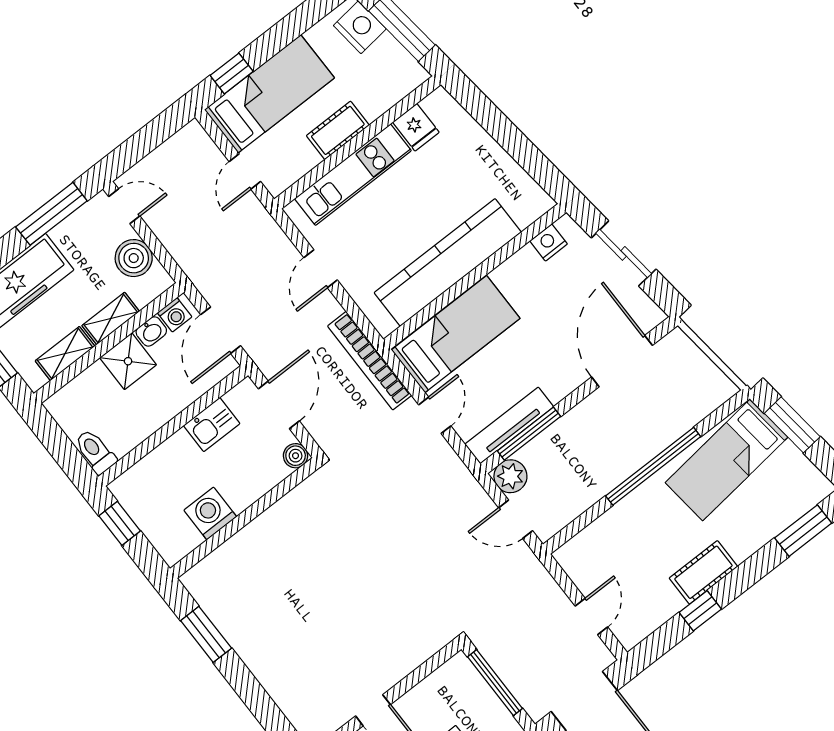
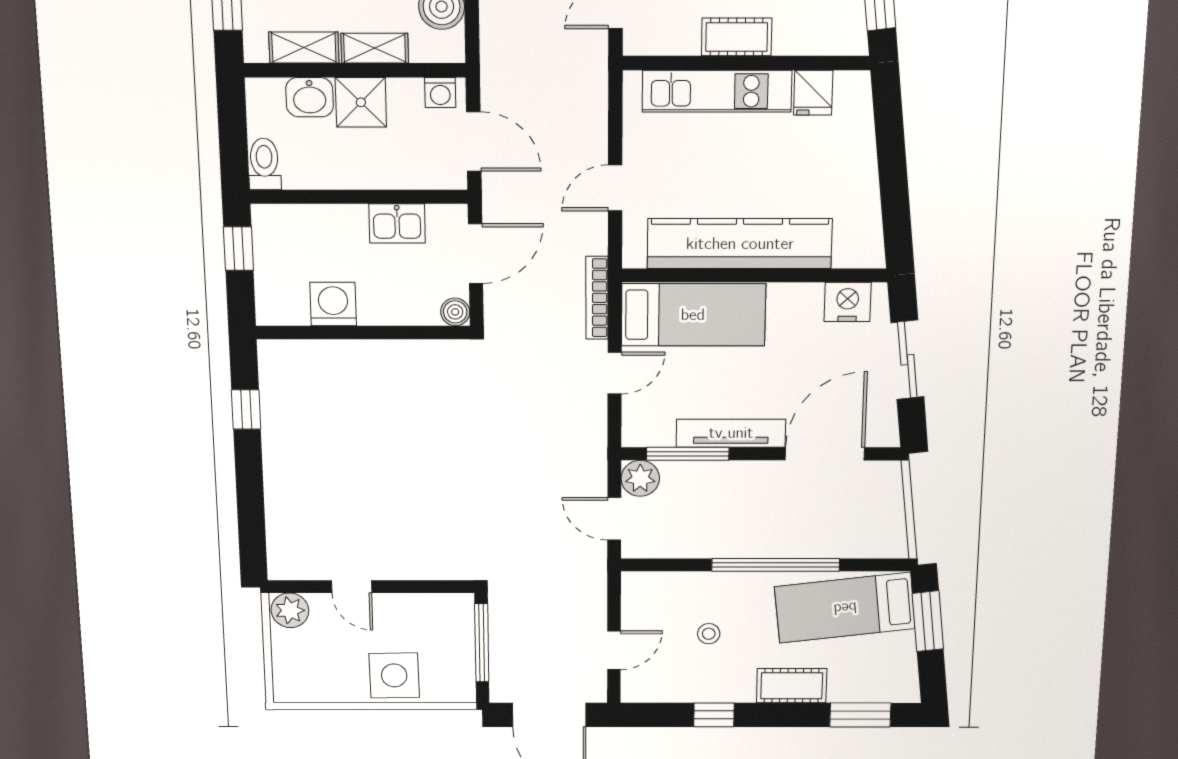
nightstand: (549, 242) -> (848, 302), width x1.36, depth x1.33
door: (321, 269) -> (615, 188), moved
door: (221, 330) -> (474, 141), swing flipped
washbasin: (151, 331) -> (310, 97), moved, width x1.38, depth x1.45
bookcase: (370, 361) -> (597, 298), width x0.68, depth x0.76
tv unit: (509, 425) -> (731, 433), moved
stool: (648, 553) -> (709, 634), added
cot: (703, 572) -> (792, 686), moved
window: (206, 634) -> (246, 409), width x0.67

